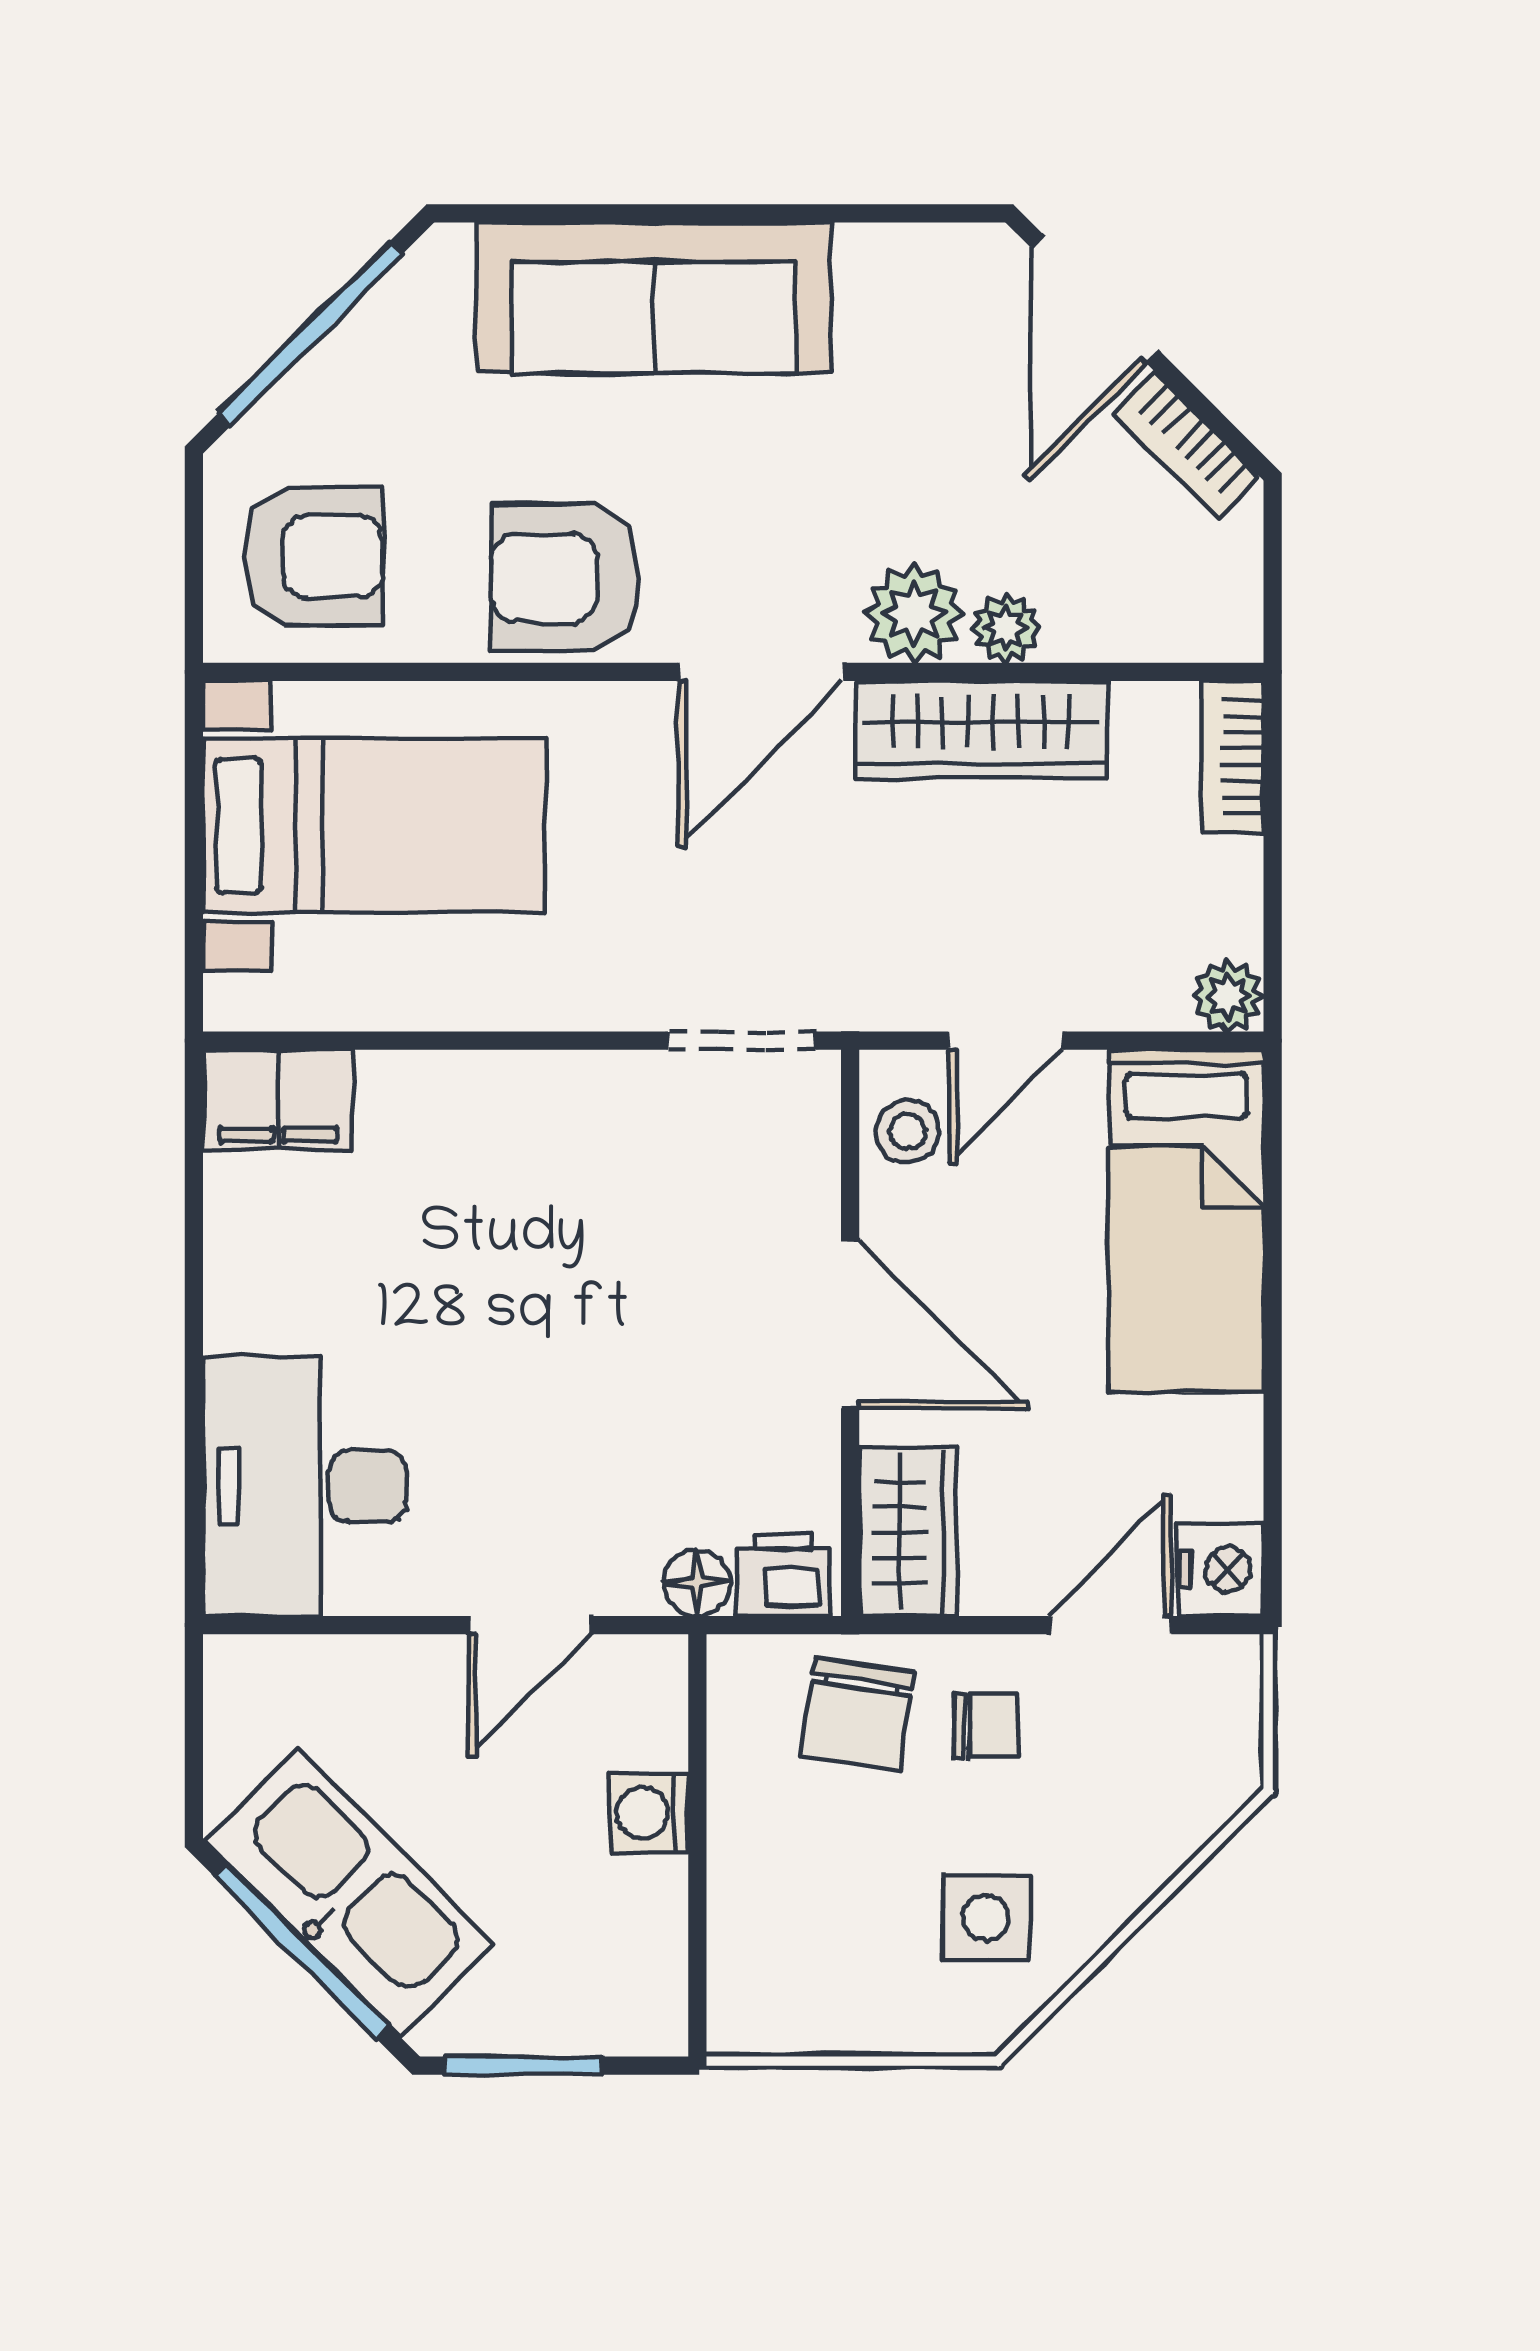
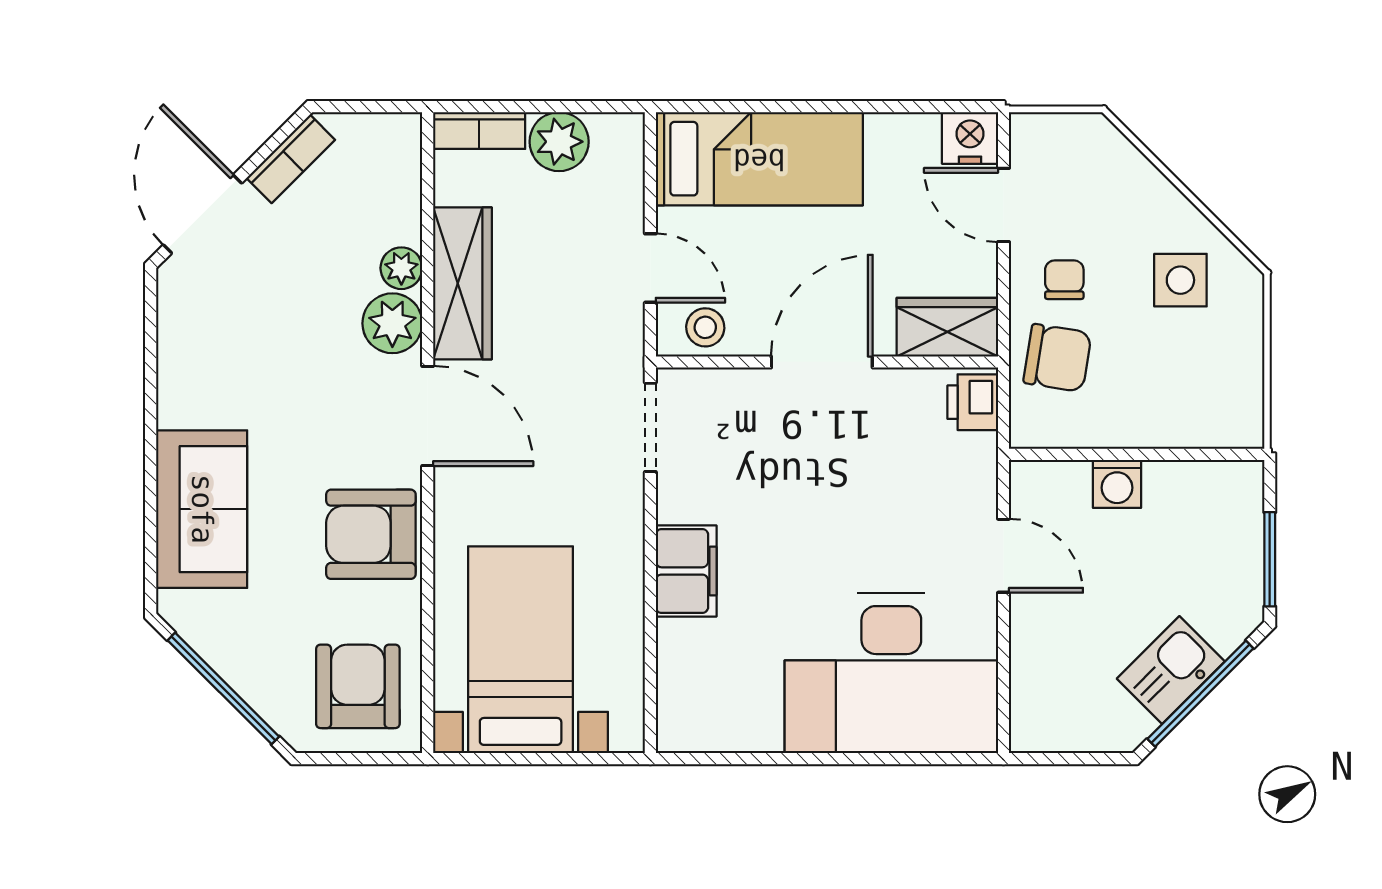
sofa: (654, 298) -> (202, 509), width x0.73
door: (1095, 299) -> (202, 214), swing flipped
armchair: (565, 578) -> (371, 534), turned 90
plant: (1228, 996) -> (559, 142), moved, width x1.38, depth x1.38
filing cabinet: (278, 1100) -> (686, 571), moved
desk: (305, 1486) -> (891, 673), width x1.36, depth x1.30
floor lamp: (697, 1583) -> (978, 455), removed
kitchen sink: (349, 1893) -> (1171, 670), width x0.53, depth x0.81

